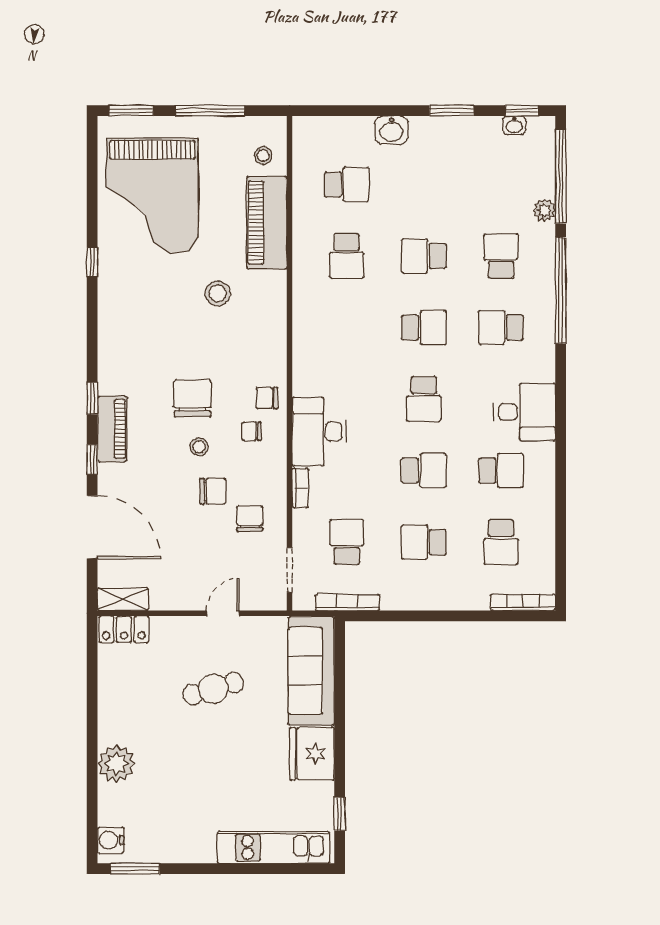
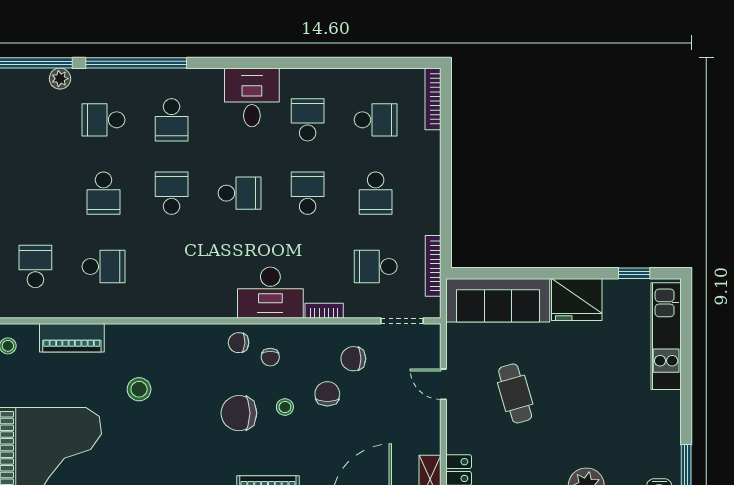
piano: (267, 223) -> (72, 338), width x0.73, depth x0.75
chair: (267, 398) -> (239, 343), turned 93

